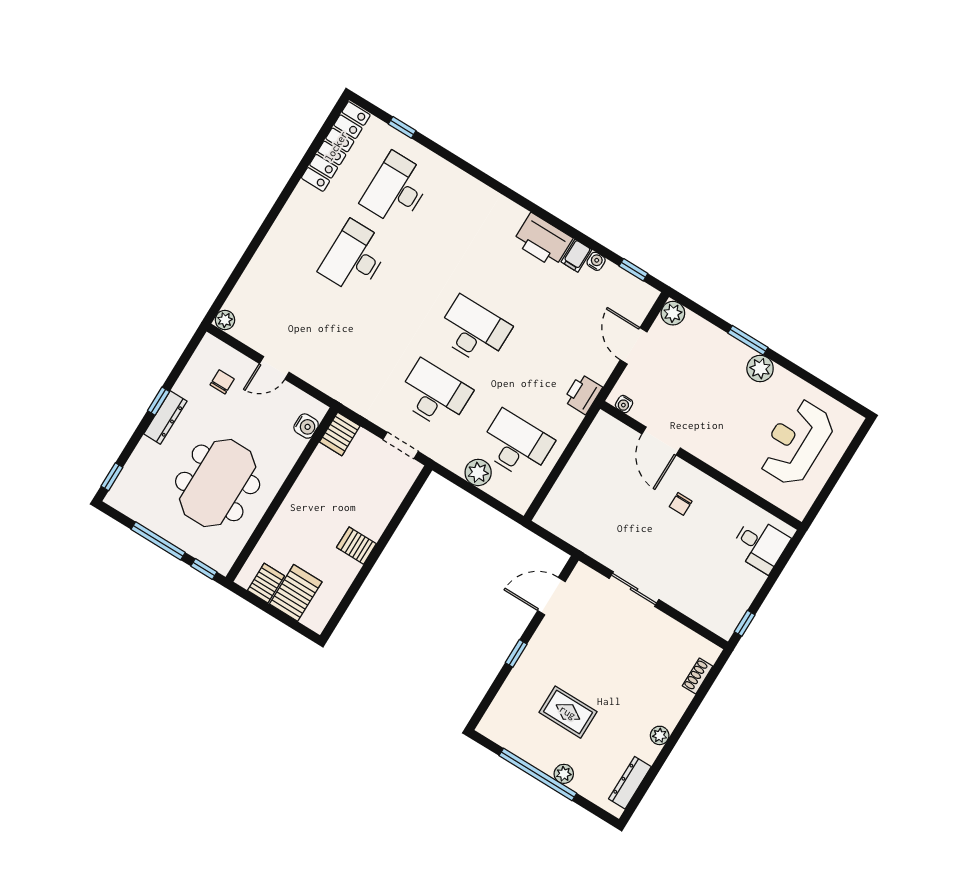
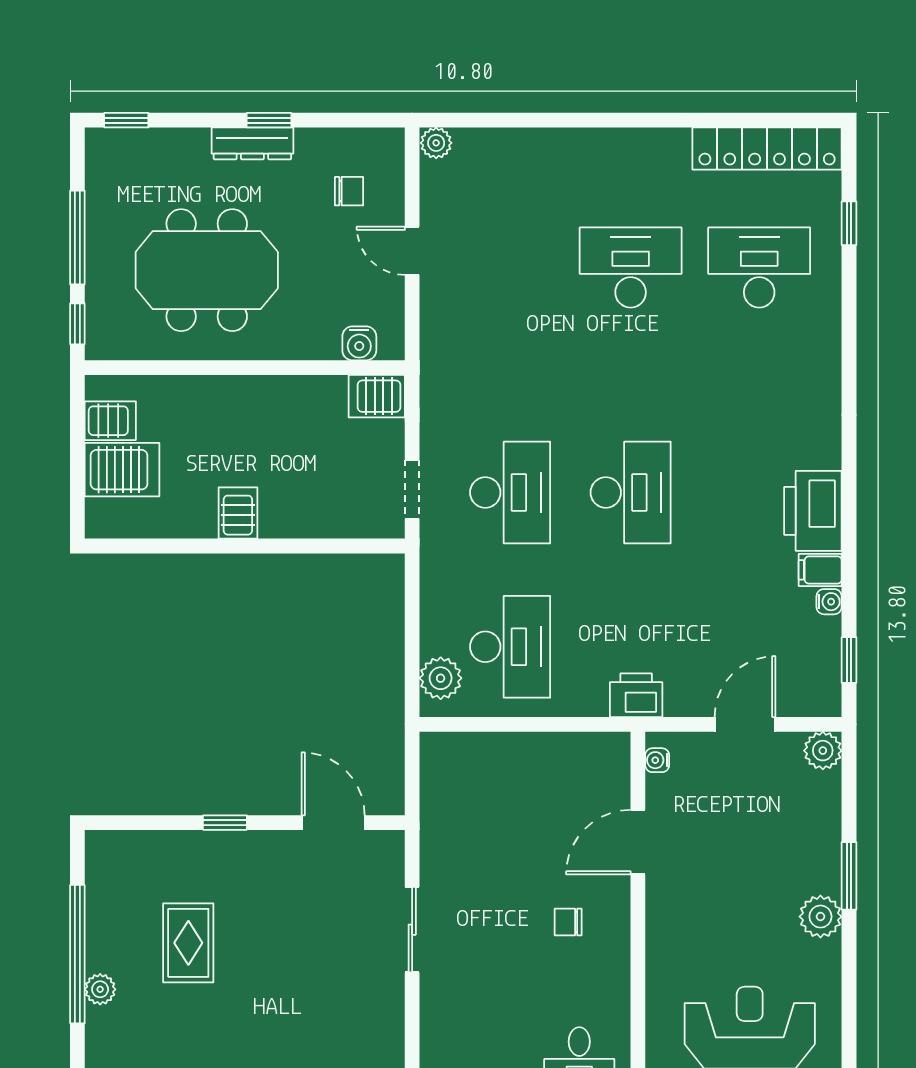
plant: (478, 472) -> (441, 678), moved

